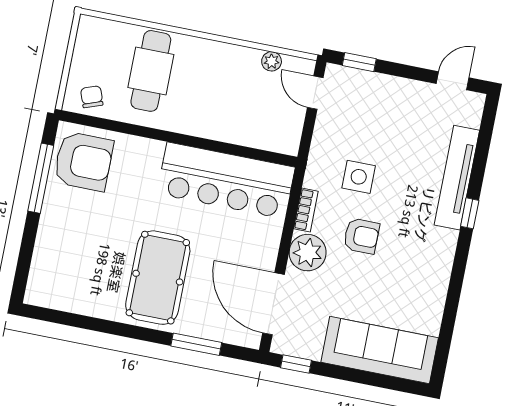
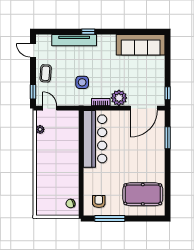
cafe table: (151, 71) -> (54, 180), removed
door: (315, 93) -> (50, 108), swing flipped
coffee table: (395, 99) -> (46, 73), added
armchair: (84, 161) -> (99, 202), width x0.53, depth x0.53
armchair: (361, 236) -> (107, 76), removed
pool table: (158, 278) -> (143, 194), moved
sofa: (380, 350) -> (141, 45), moved, turned -90

